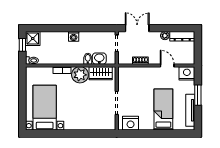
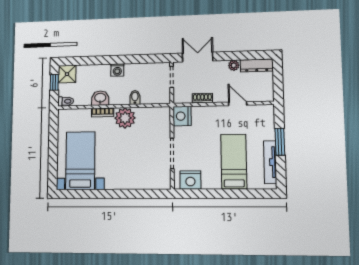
washbasin: (99, 59) -> (100, 98), moved
wardrobe: (101, 73) -> (151, 116), removed
nightstand: (187, 73) -> (182, 116), moved, turned -90

